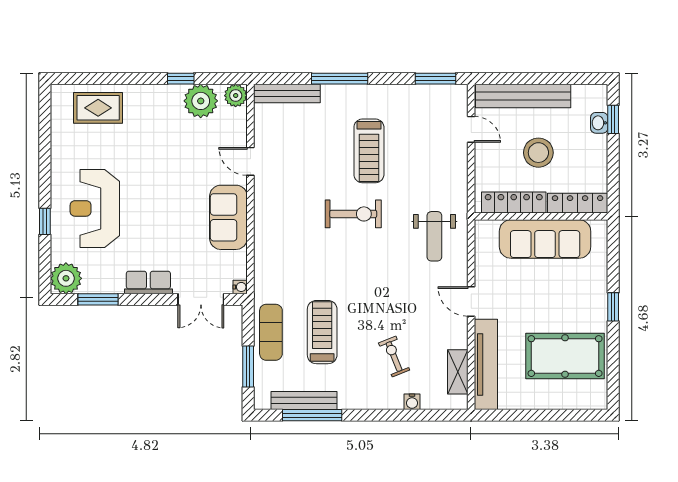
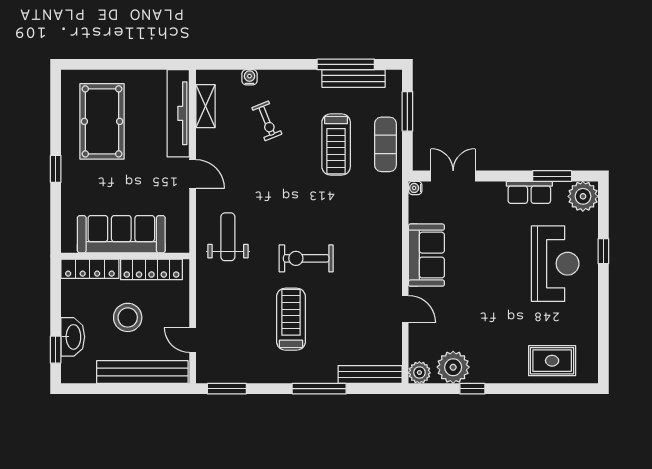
washbasin: (599, 123) -> (73, 337), width x1.91, depth x1.45
row of seats: (148, 283) -> (529, 192), moved
pool table: (565, 356) -> (102, 121), turned 90

